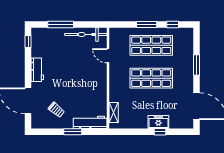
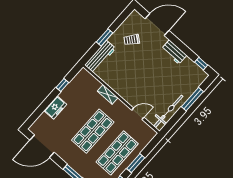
shelving: (114, 112) -> (108, 94), moved
window: (160, 132) -> (62, 85), moved

